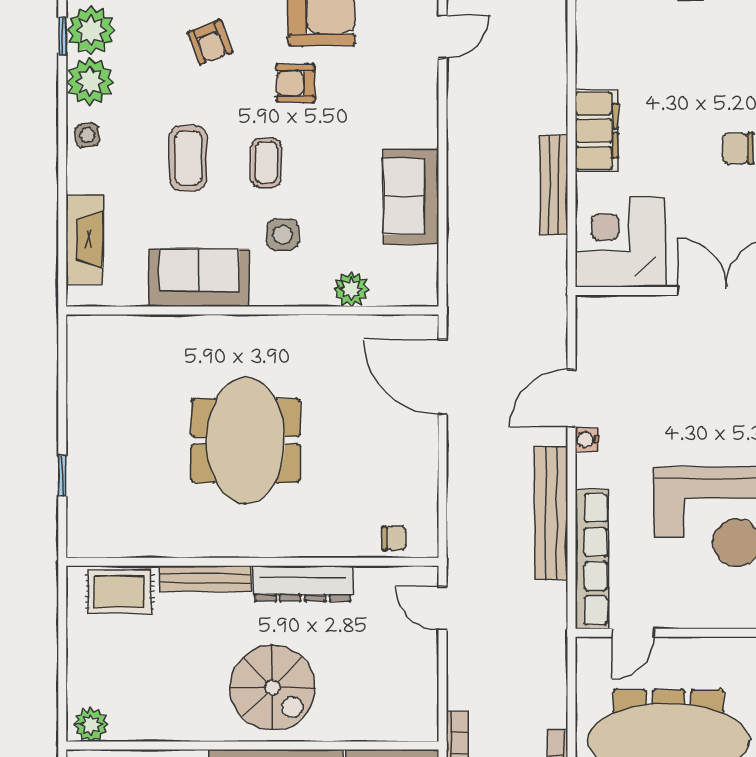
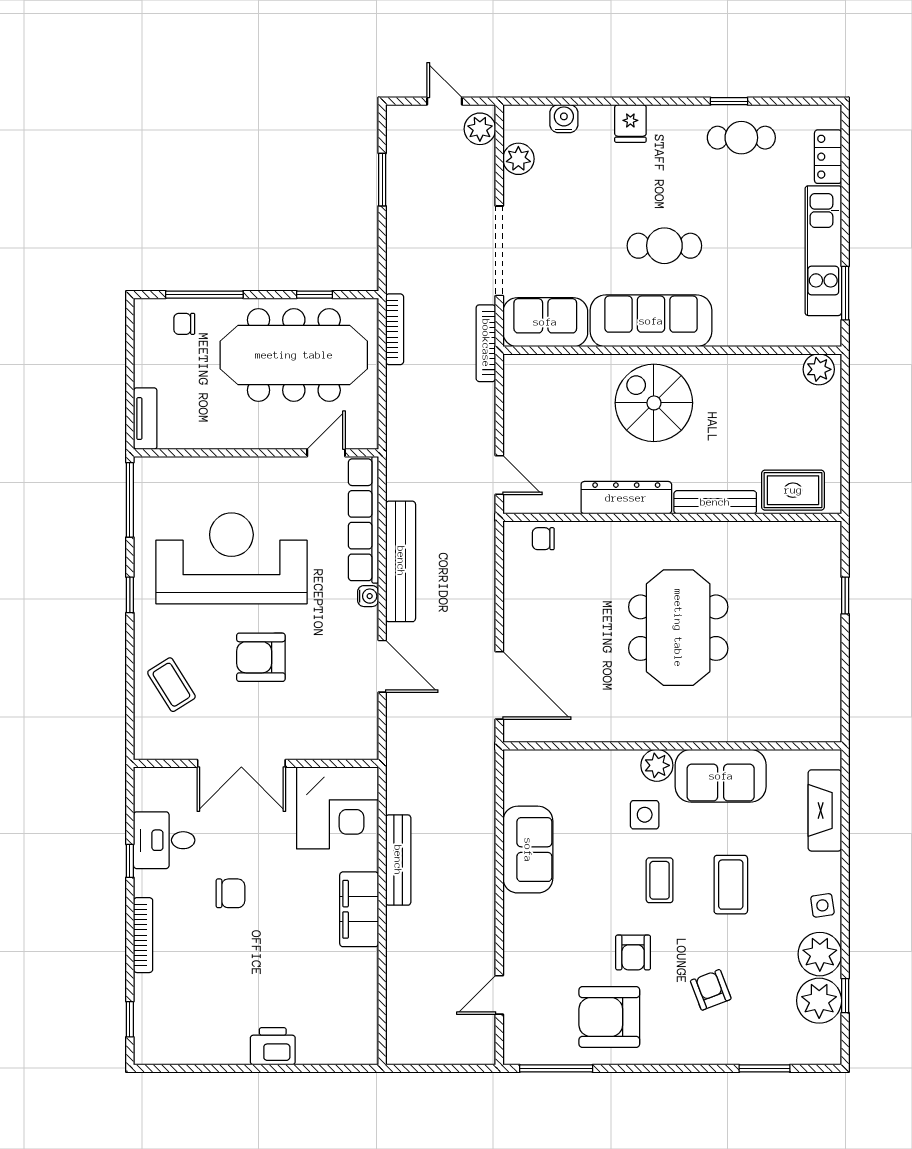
armchair: (295, 83) -> (633, 953), turned 90
plant: (351, 289) -> (657, 765), moved
door: (571, 398) -> (382, 666), hinge flipped
armchair: (705, 408) -> (261, 657), added
water cooler: (587, 440) -> (368, 596), moved

